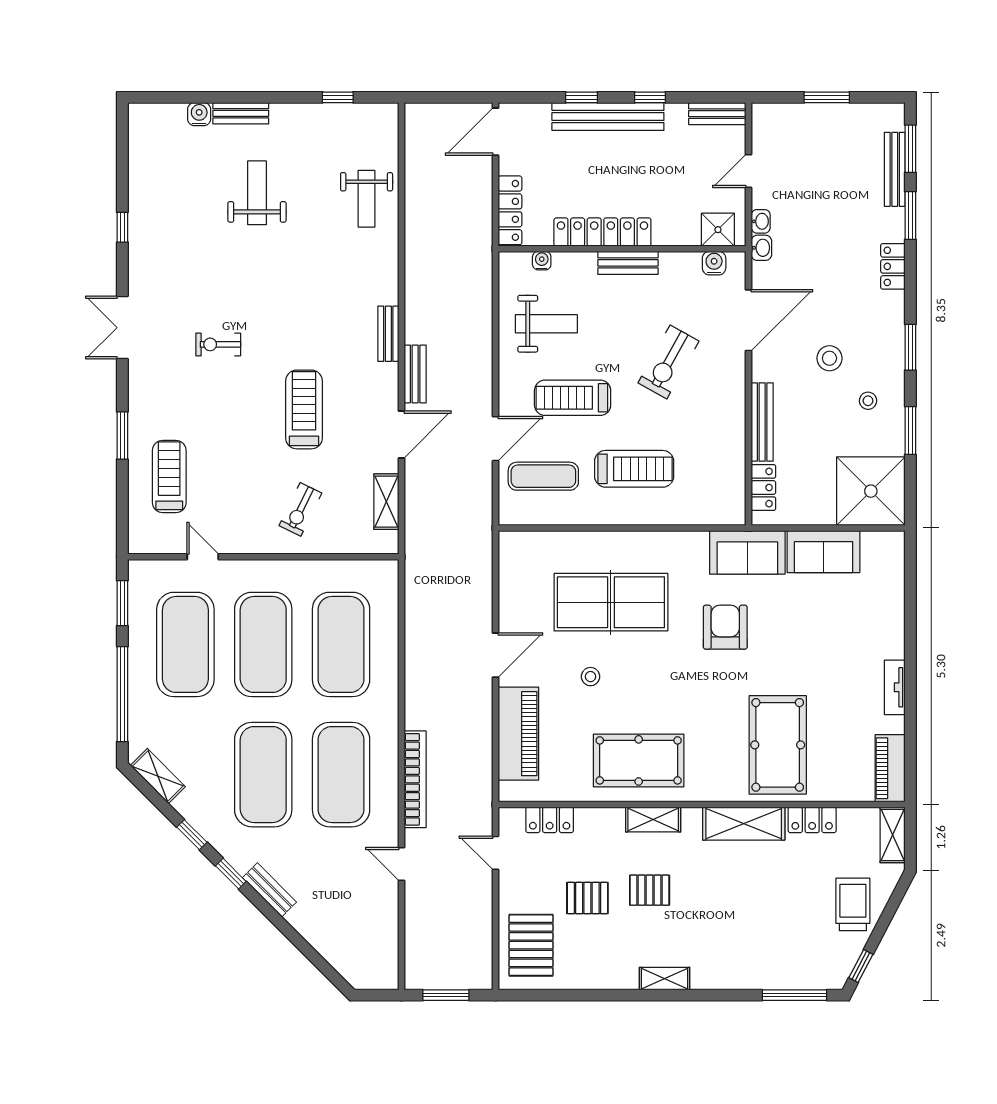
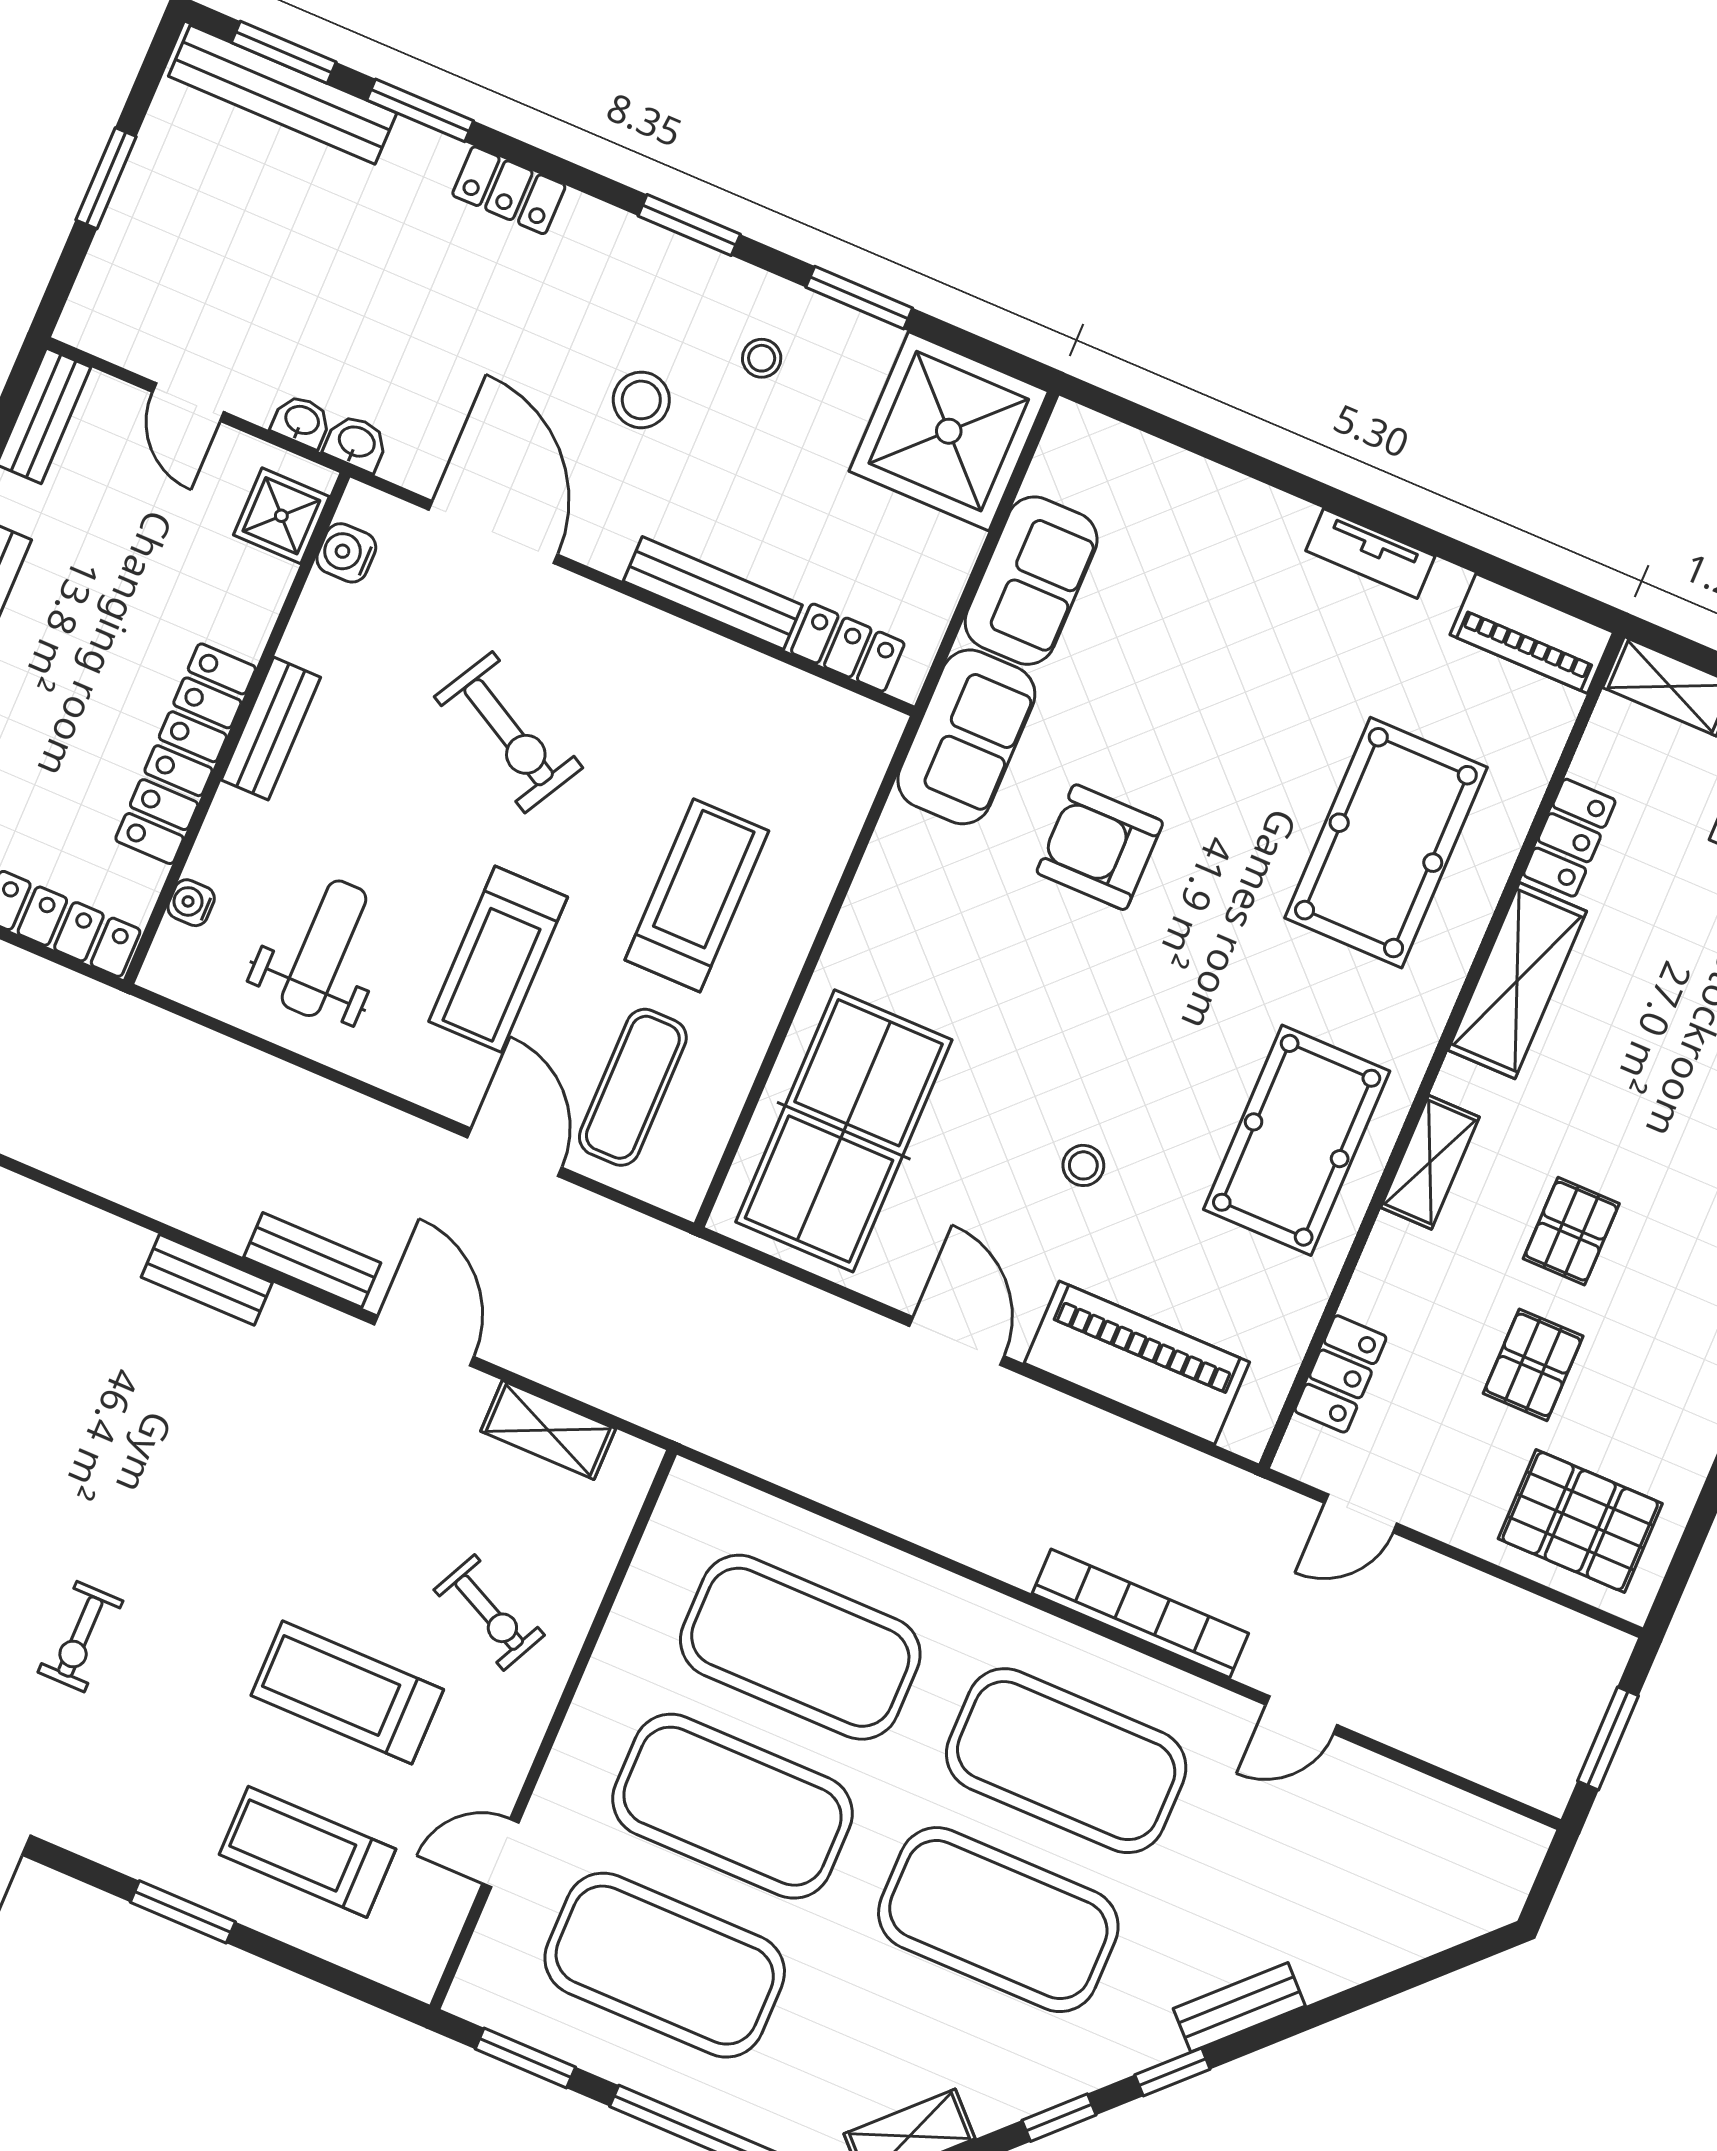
bench: (895, 169) -> (283, 95), width x1.37, depth x1.21
treadmill: (304, 409) -> (347, 1692), moved
table tennis table: (611, 602) -> (844, 1131), moved
pool table: (778, 745) -> (1386, 843), turned 90

